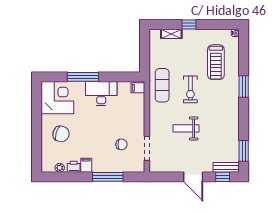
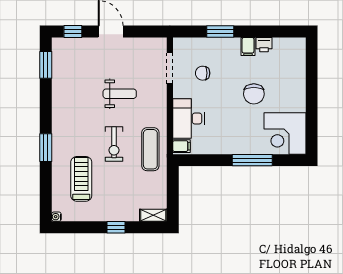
shelving: (171, 34) -> (153, 215), moved
exercise bike: (190, 89) -> (114, 144), turned 180
desk: (101, 94) -> (189, 118), moved, turned 90
chair: (61, 134) -> (254, 94), moved, turned -107
bench: (226, 167) -> (68, 44), removed
plant: (60, 168) -> (282, 43), removed
window: (108, 177) -> (220, 32), width x0.69

